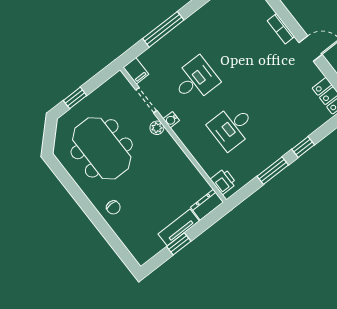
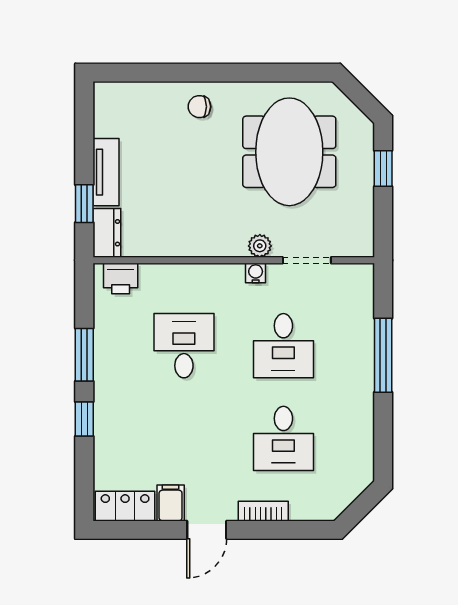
desk: (239, 46) -> (283, 438), added
filing cabinet: (136, 71) -> (171, 503), moved, turned 90
meeting table: (102, 148) -> (289, 152), turned 90
window: (179, 244) -> (84, 204), moved

